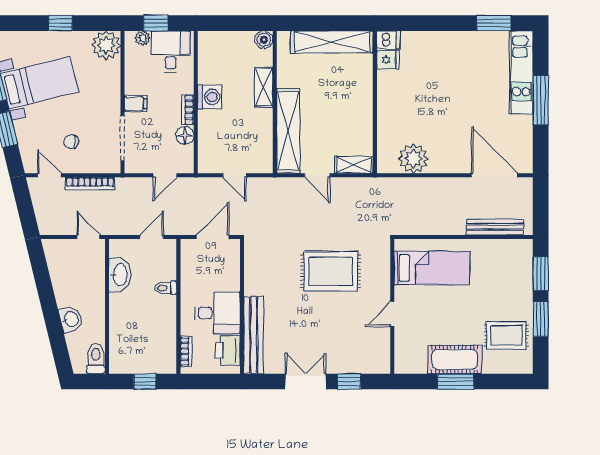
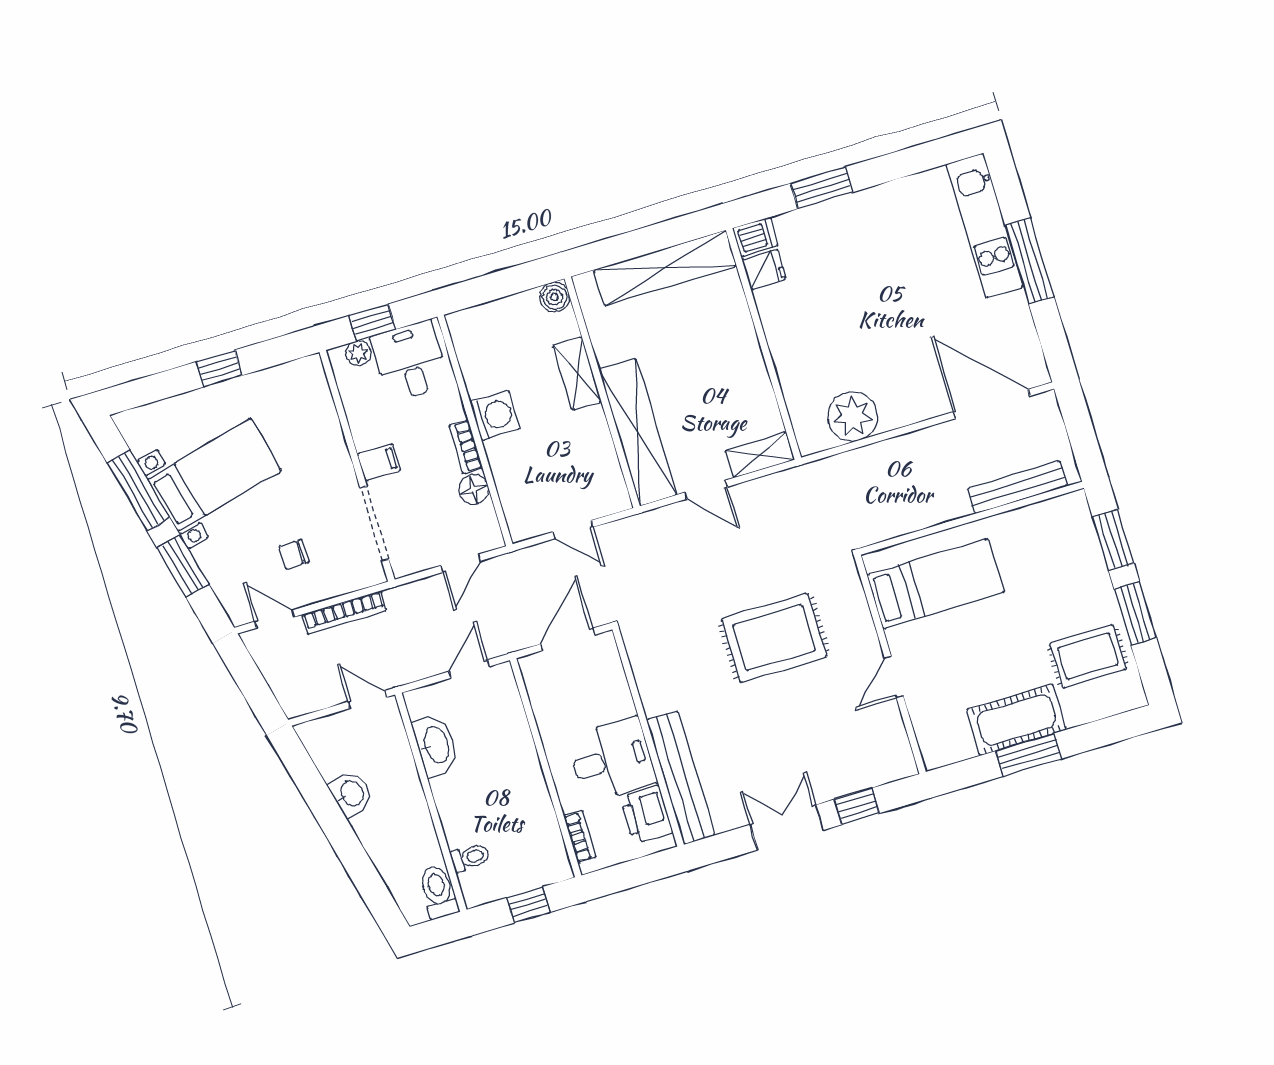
window: (494, 23) -> (822, 188), moved
plant: (106, 45) -> (303, 382), removed
toilet: (165, 288) -> (470, 858), moved, turned 180
washbasin: (71, 319) -> (351, 794), moved

